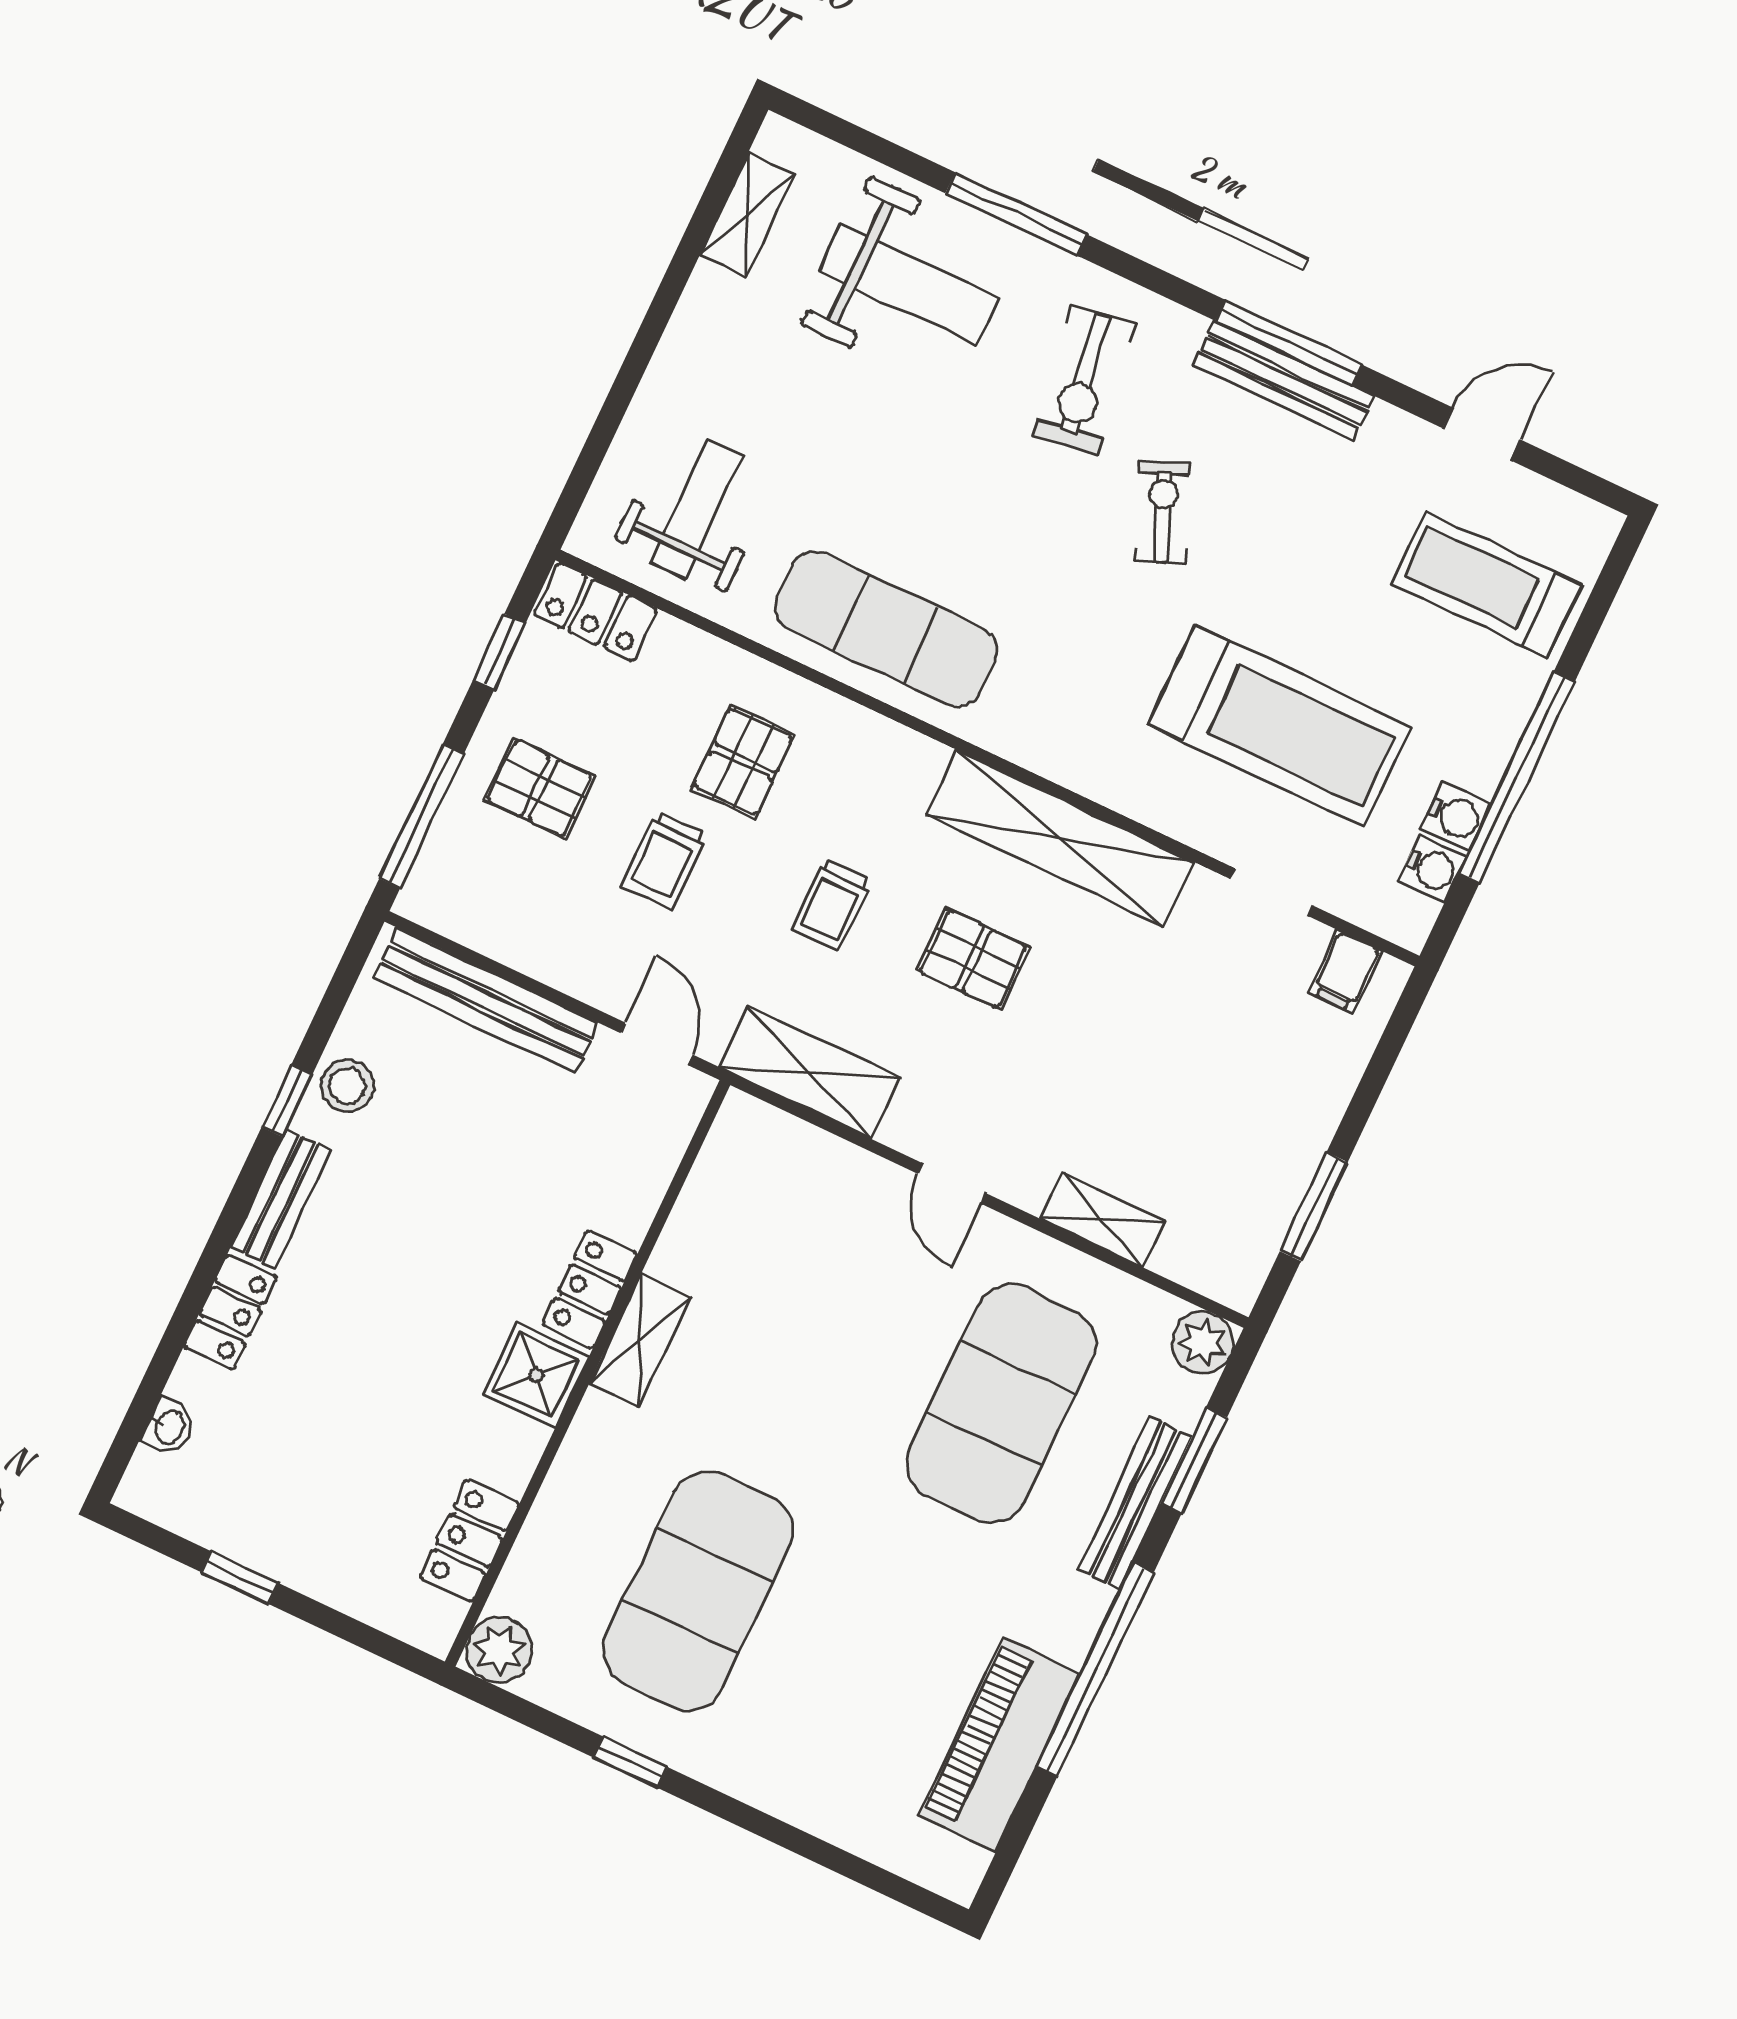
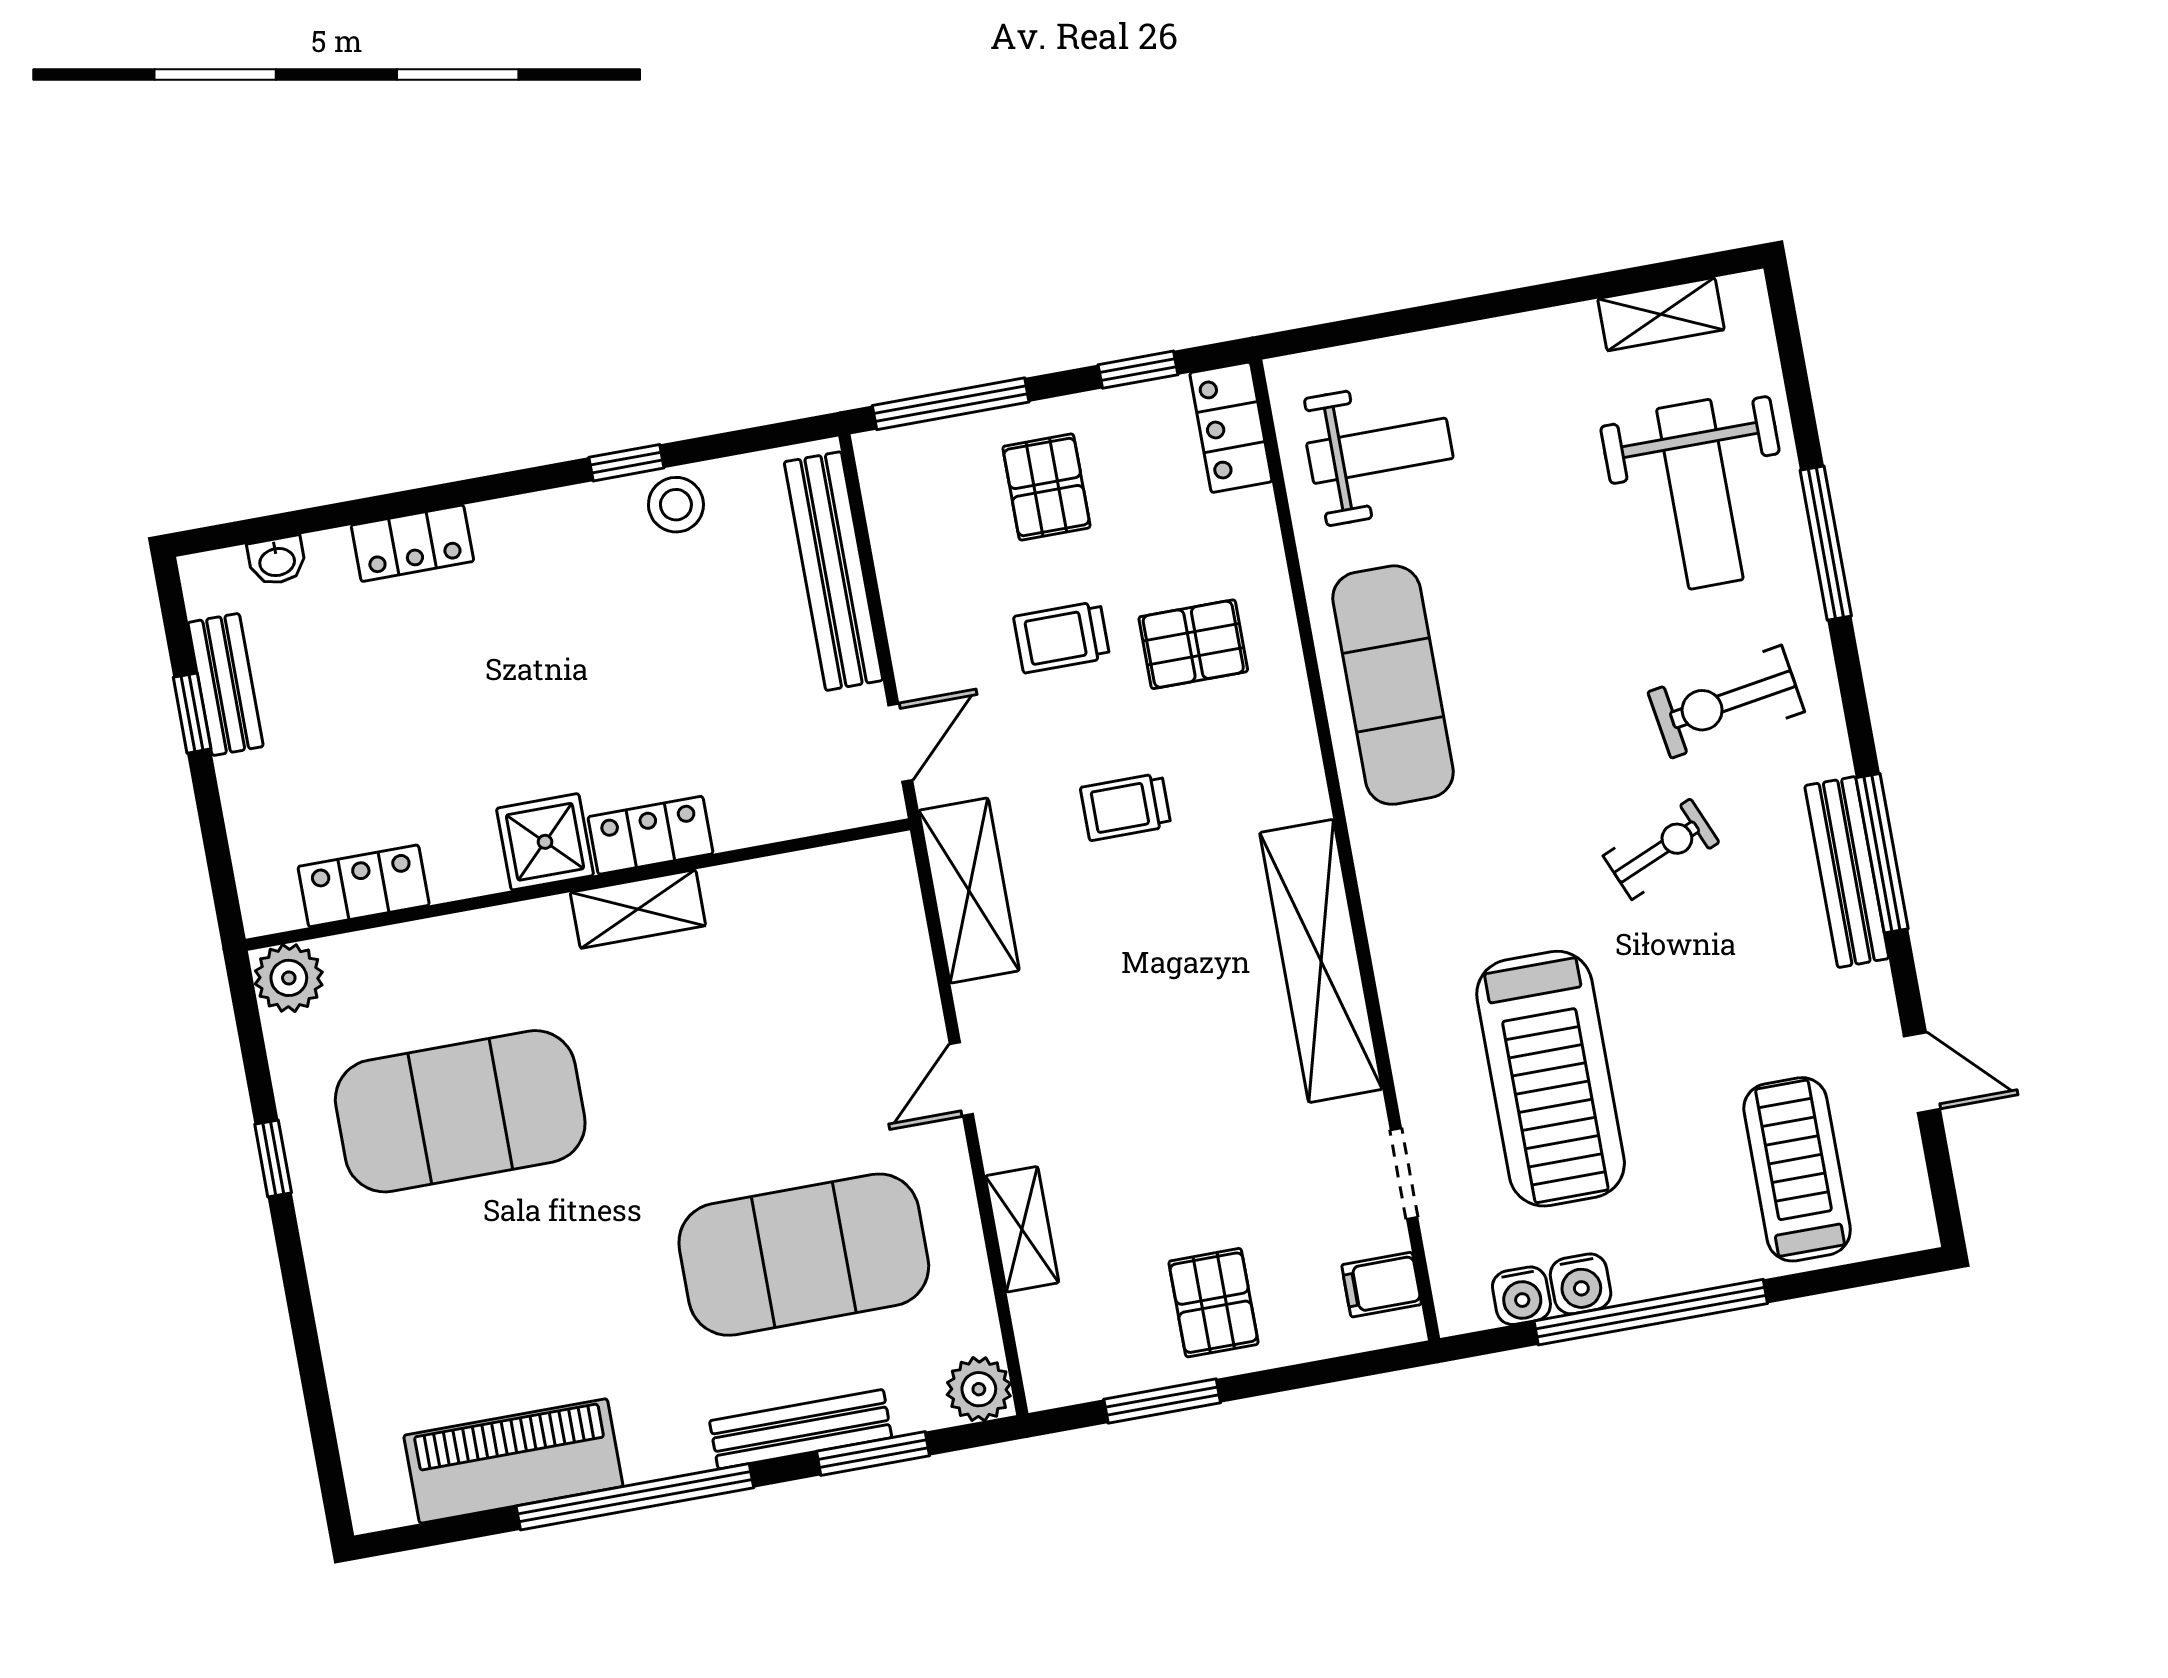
pallet: (973, 959) -> (1214, 1303), moved
bench: (281, 1199) -> (226, 684), moved, turned 90

